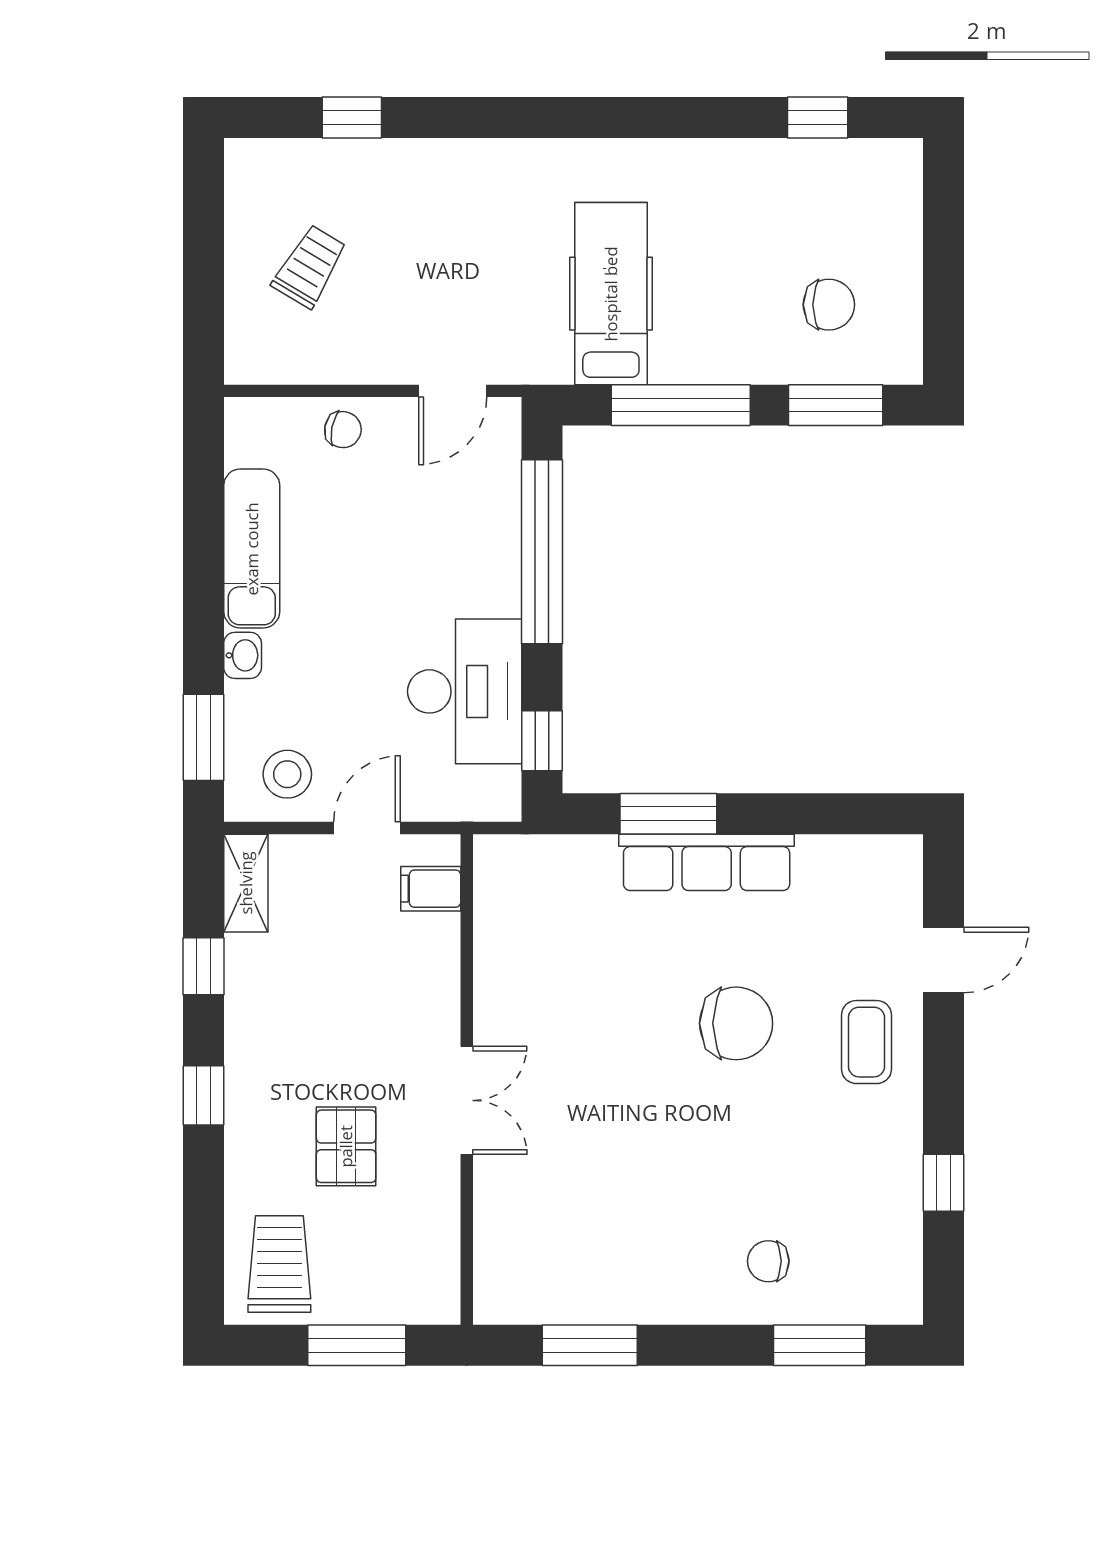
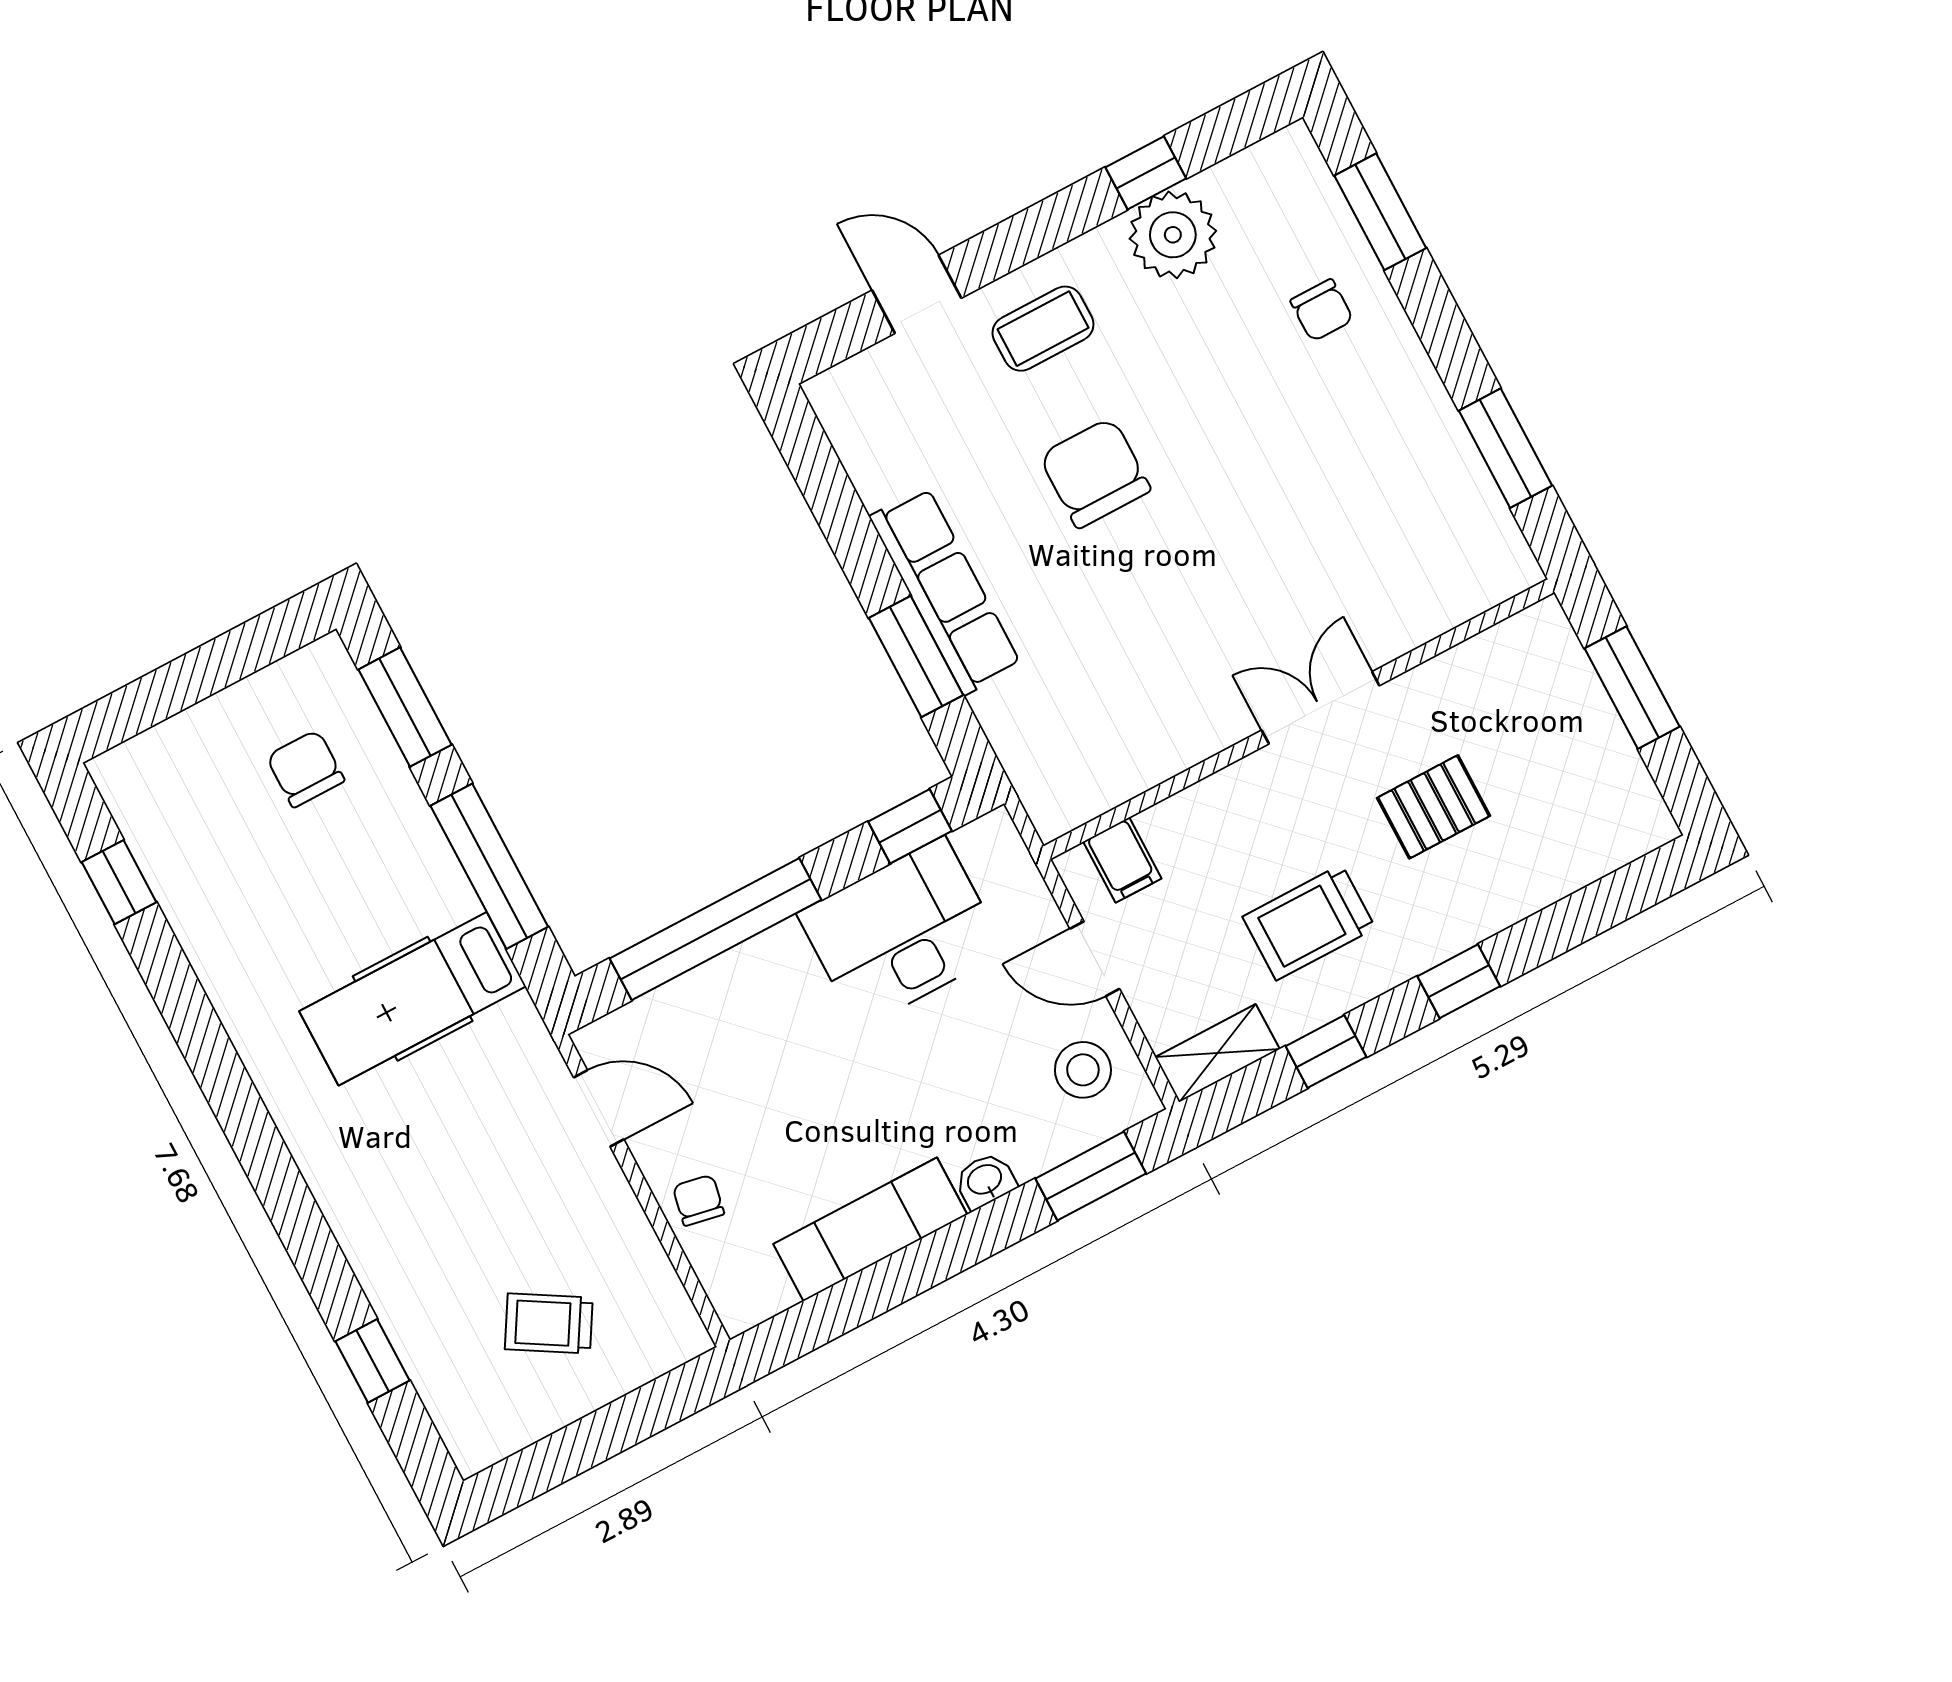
plant: (886, 1178) -> (1173, 235), added
trolley: (279, 1264) -> (1309, 922), moved

